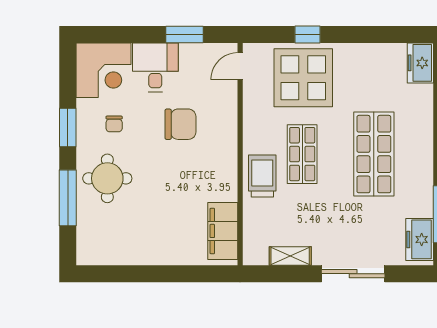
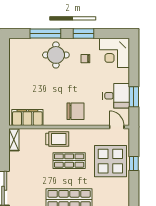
desk: (155, 67) -> (116, 96), moved
chair: (180, 124) -> (76, 111), moved, turned -90
shelving: (290, 256) -> (14, 140), moved

